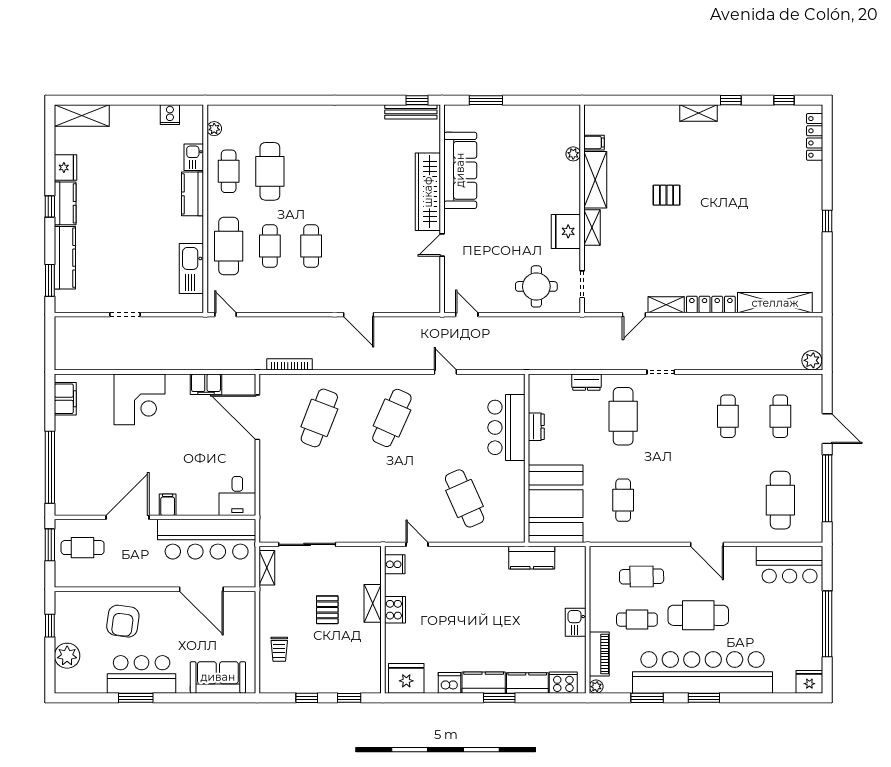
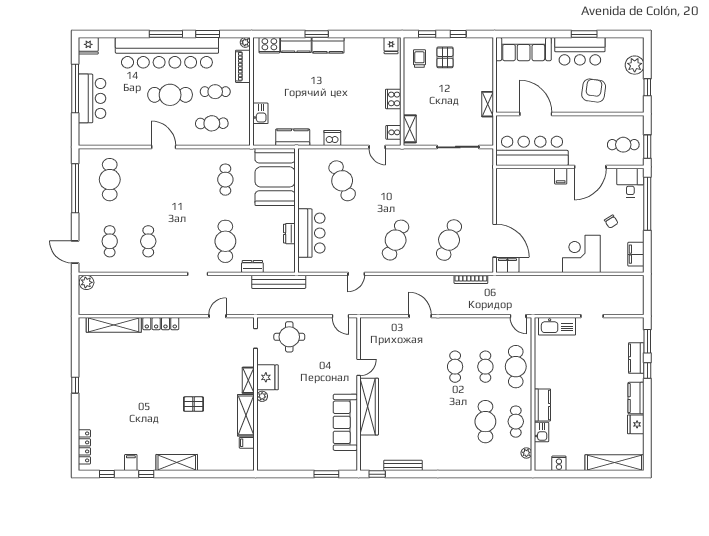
bench: (411, 112) -> (403, 465), moved
shelving: (699, 113) -> (177, 462), width x1.50, depth x1.33
shelving: (82, 116) -> (614, 463), width x1.47
filing cabinet: (752, 116) -> (131, 463), added
plant: (573, 154) -> (262, 396), moved
window: (50, 207) -> (647, 370), moved
kitchen counter: (65, 258) -> (636, 358), width x0.67
kitchen sink: (191, 269) -> (557, 326), moved, turned 90
shelving: (666, 305) -> (194, 323), removed
bench: (551, 361) -> (279, 282), added
door: (445, 372) -> (356, 274), hinge flipped
filing cabinet: (206, 384) -> (507, 265), moved
door: (827, 429) -> (75, 252), moved
chair: (99, 443) -> (611, 222), added
desk: (237, 496) -> (630, 183), moved
bar counter: (790, 565) -> (92, 98), moved, turned 90
shelving: (267, 568) -> (488, 104), moved
shelving: (373, 603) -> (410, 129), moved
pallet: (327, 610) -> (445, 57), moved
kitchen sink: (576, 622) -> (260, 113), moved
trolley: (279, 649) -> (419, 59), moved
sofa: (218, 677) -> (524, 49), width x1.36
fridge: (406, 678) -> (391, 46), width x0.53, depth x0.75
dishwasher: (449, 683) -> (332, 138), moved, turned 180
window: (704, 698) -> (166, 34), width x1.44

